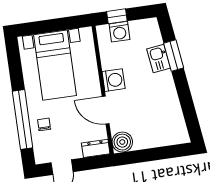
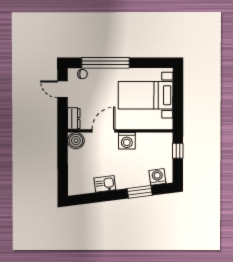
washing machine: (120, 32) -> (157, 177), moved, turned 83
kitchen sink: (159, 58) -> (105, 184), moved
chair: (44, 124) -> (83, 74), moved

